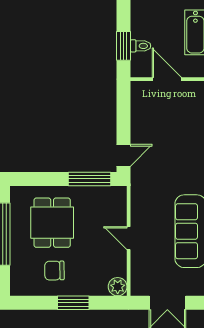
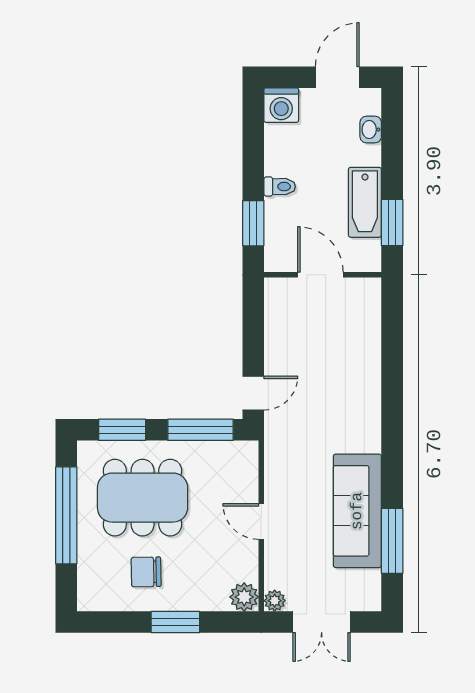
toilet: (141, 46) -> (280, 187), moved
window: (39, 179) -> (122, 430), added
dining table: (52, 223) -> (143, 498), width x1.37
plant: (137, 289) -> (275, 601), added

